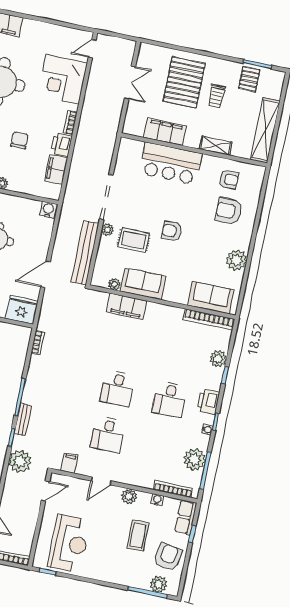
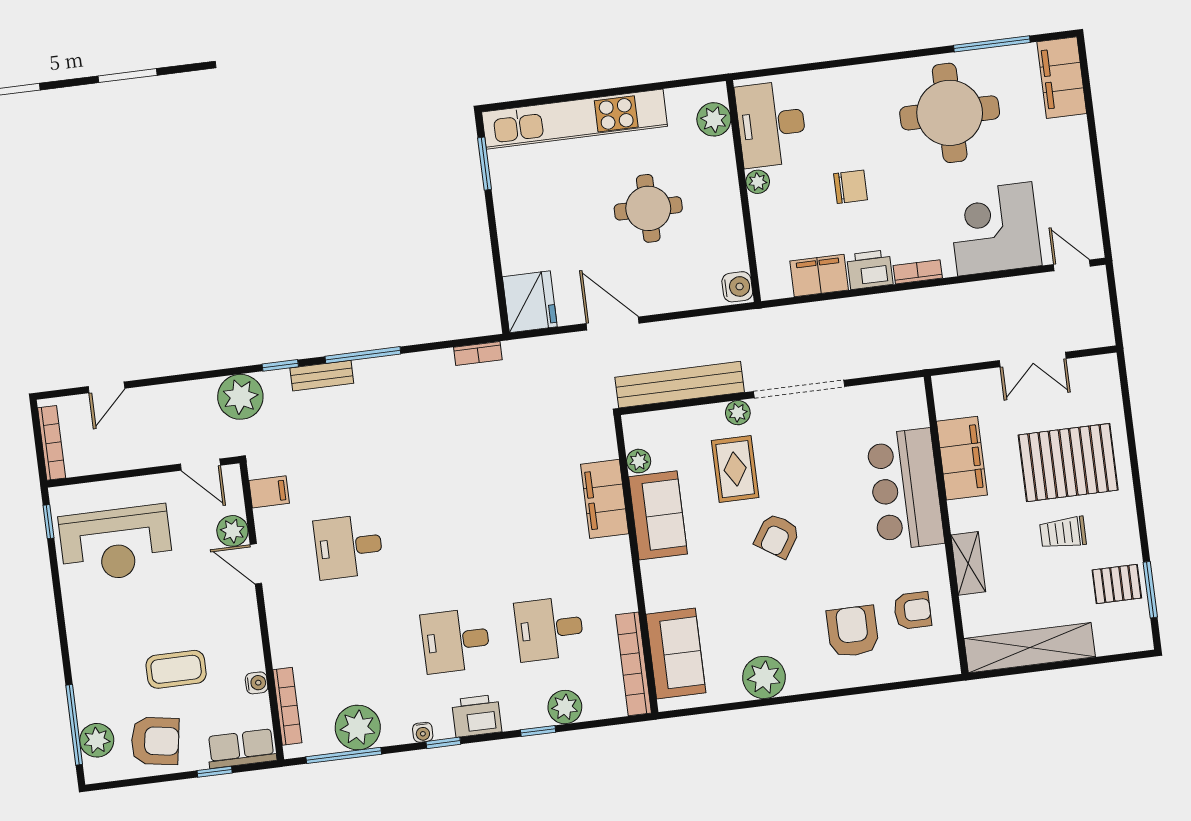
armchair: (229, 179) -> (912, 610), turned -90
armchair: (172, 231) -> (777, 536), turned -147
desk: (117, 389) -> (549, 629), moved
plant: (129, 496) -> (232, 531), moved

